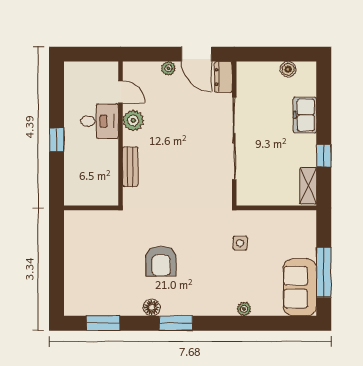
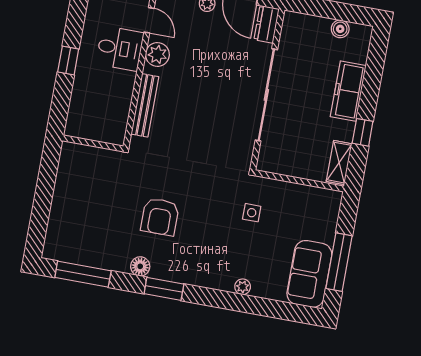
freezer: (305, 115) -> (348, 91), width x1.40
bench: (130, 167) -> (145, 105), width x1.36
window: (103, 323) -> (83, 274), width x1.44

